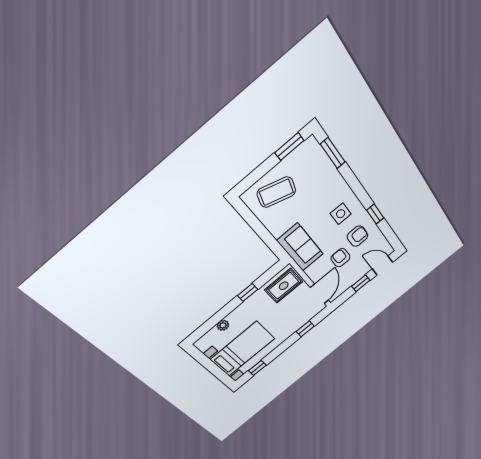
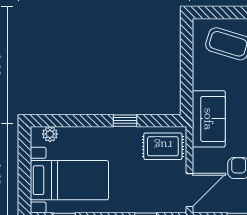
plant: (223, 325) -> (50, 134), moved

